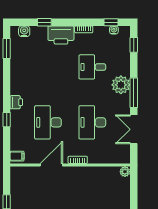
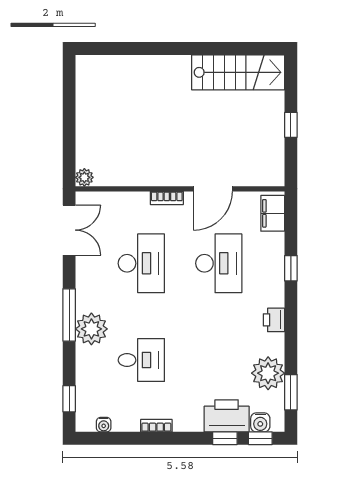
window: (111, 22) -> (260, 438), moved
printer: (61, 35) -> (227, 416), moved
plant: (20, 59) -> (268, 373), added
printer: (16, 102) -> (274, 320), moved
double door: (134, 129) -> (69, 230), moved
filing cabinet: (17, 156) -> (273, 213), width x2.00

